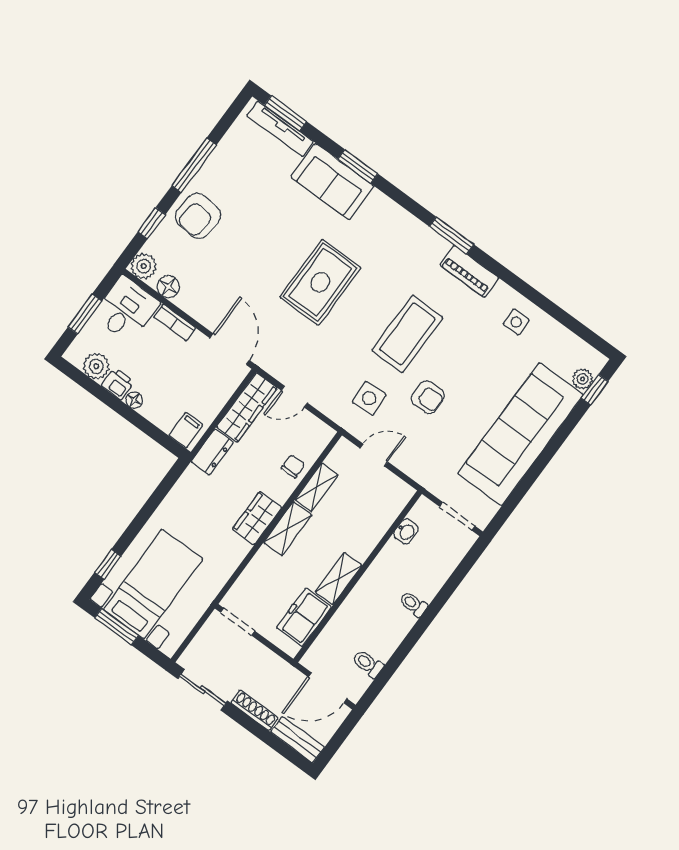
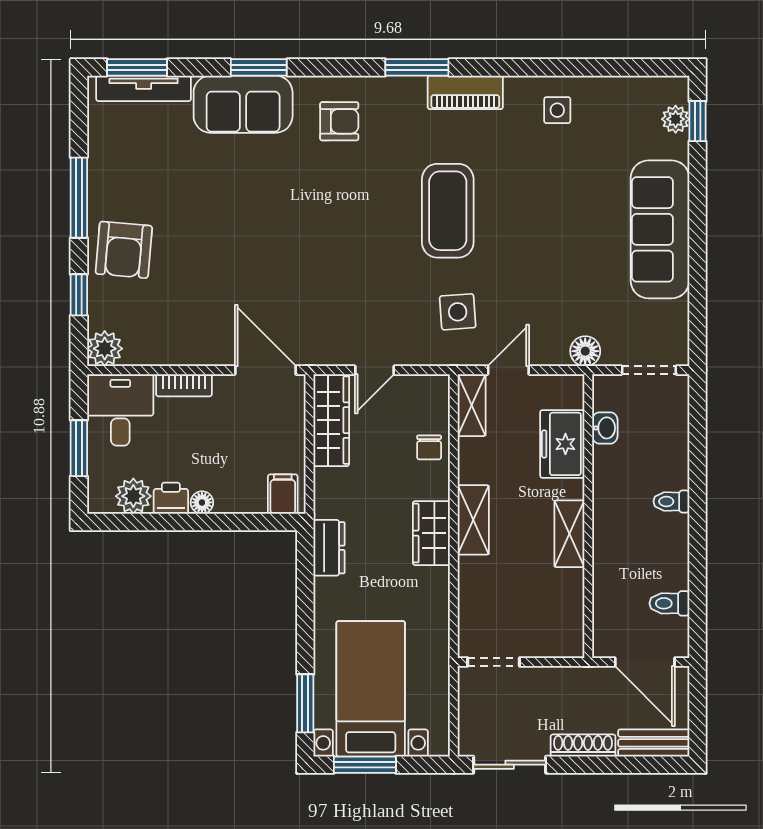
rug: (320, 282) -> (311, 224), removed
floor lamp: (168, 287) -> (585, 351), moved
armchair: (428, 397) -> (339, 121), moved
sofa: (521, 434) -> (660, 229), width x0.74, depth x0.79
dresser: (212, 452) -> (329, 548), moved
chair: (293, 466) -> (429, 447), turned 180
shelving: (317, 487) -> (472, 405), moved
window: (108, 564) -> (305, 703), width x1.50
freezer: (304, 617) -> (562, 444), moved
door: (328, 688) -> (645, 662), hinge flipped

